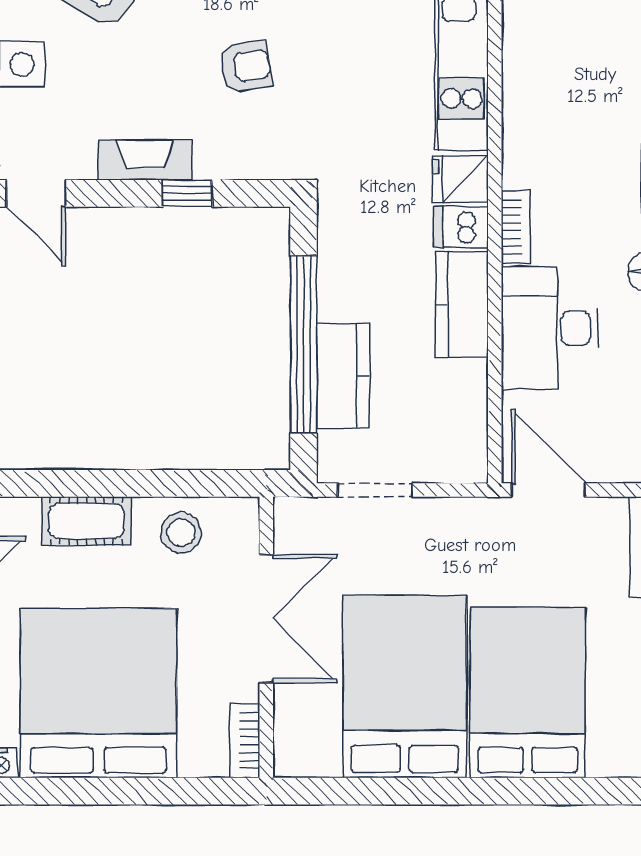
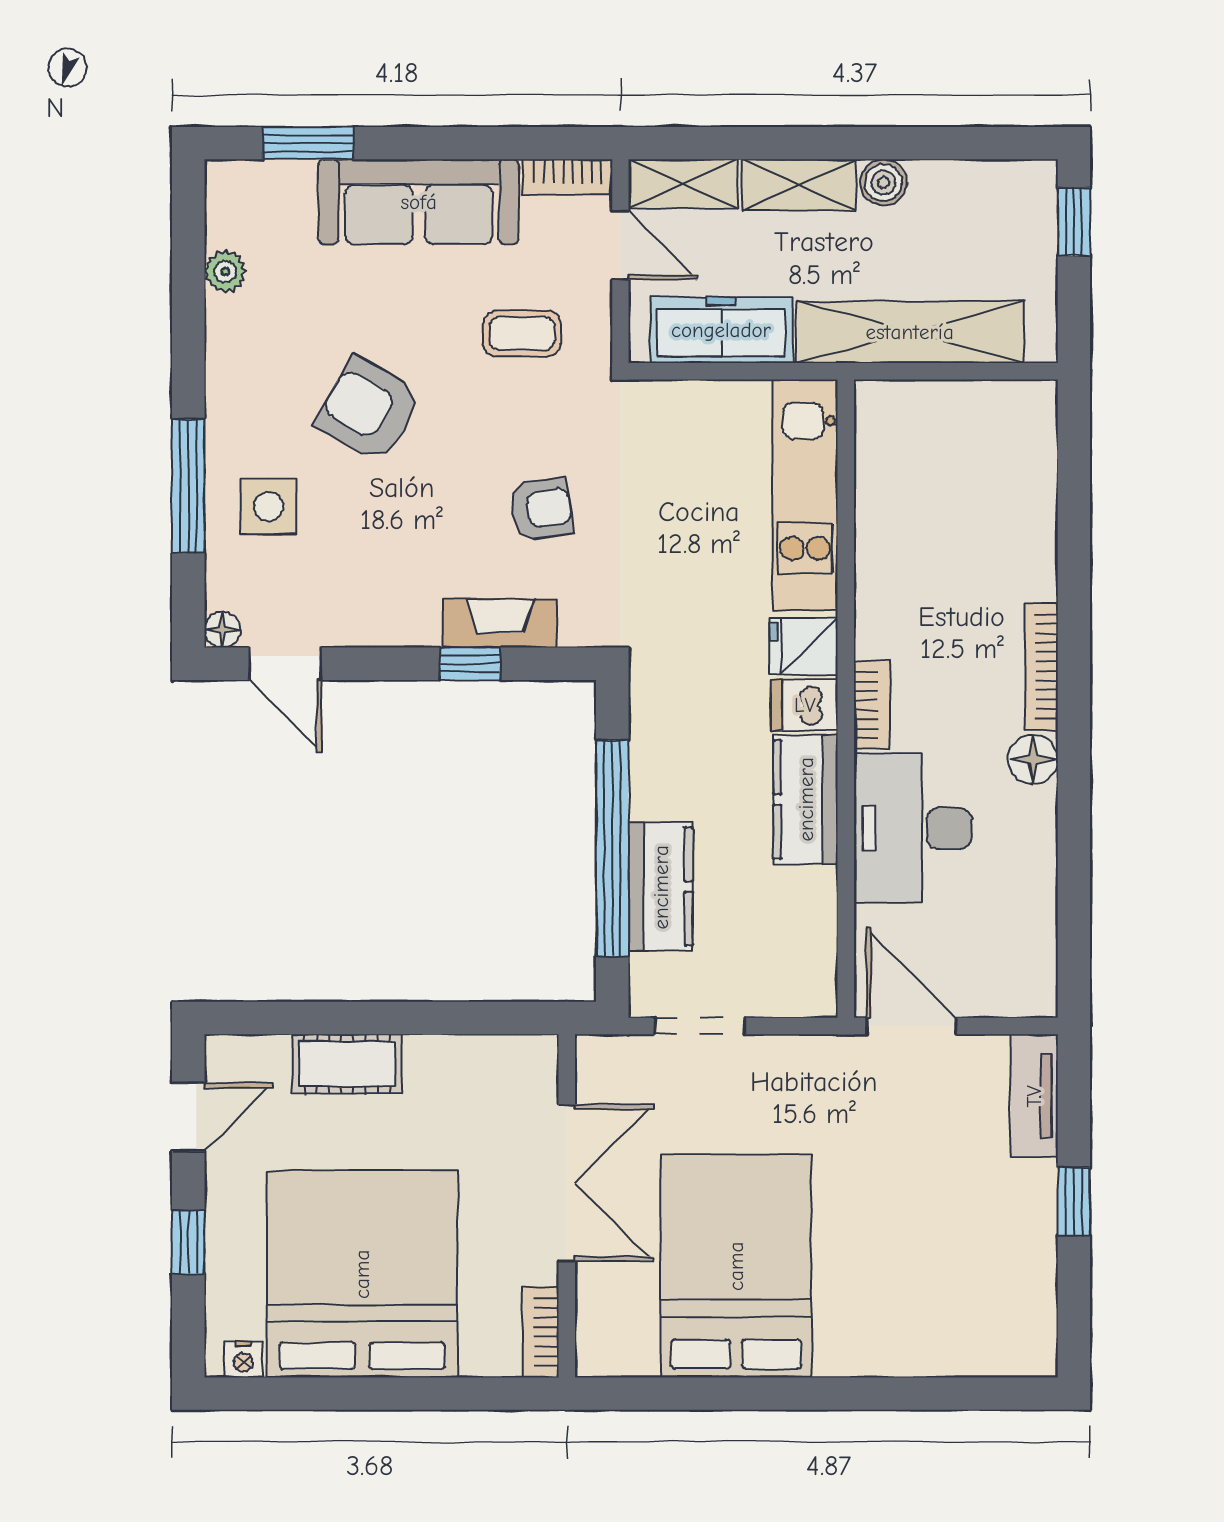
fireplace: (145, 160) -> (500, 623), moved
stool: (181, 533) -> (463, 1078), removed
bed: (528, 693) -> (886, 1273), removed

